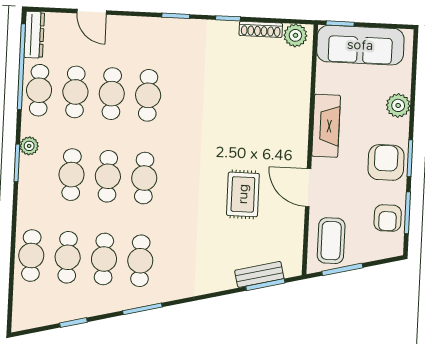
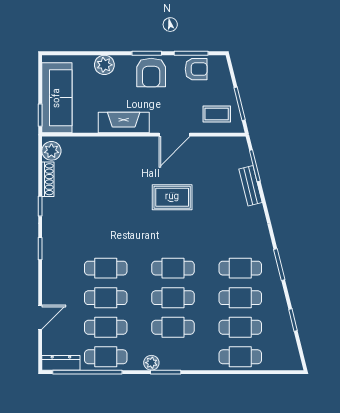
armchair: (386, 162) -> (151, 73), turned -90
rug: (243, 194) -> (172, 197), moved
coffee table: (331, 241) -> (217, 114), width x0.73, depth x0.77
bench: (259, 274) -> (250, 186), moved

